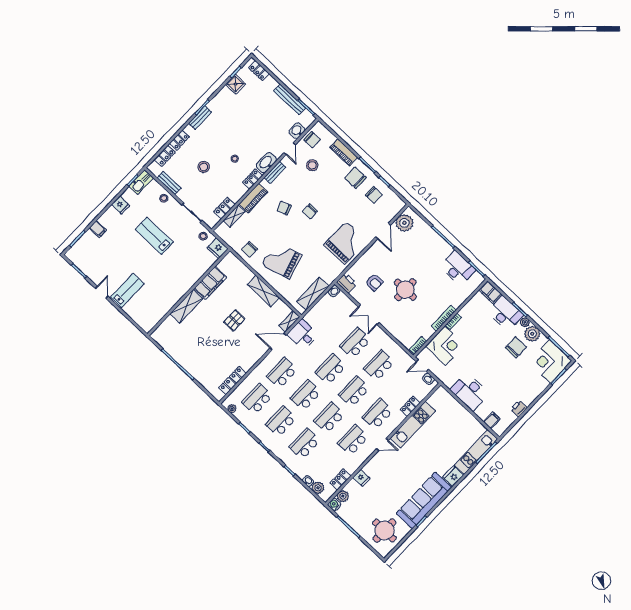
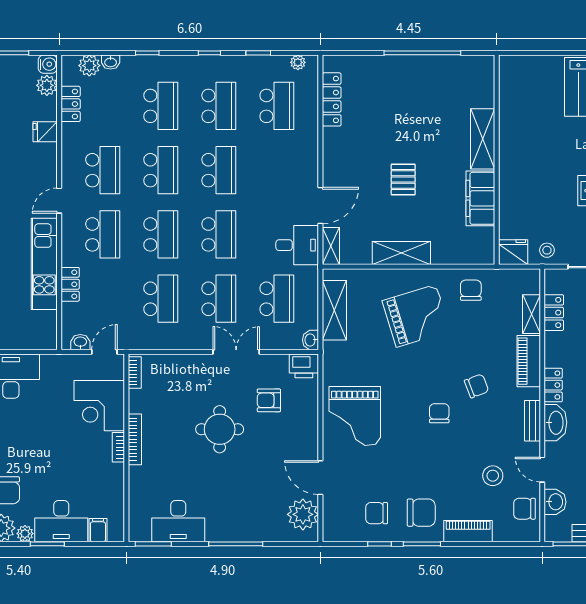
filing cabinet: (490, 292) -> (98, 530), width x0.50
school desk: (282, 373) -> (277, 299), moved

